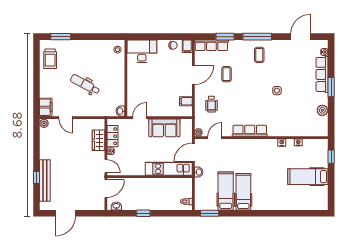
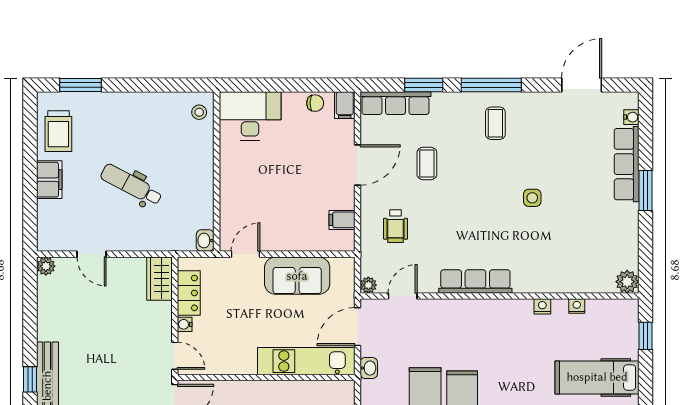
filing cabinet: (46, 107) -> (49, 180), moved
plant: (322, 110) -> (627, 282), moved
wardrobe: (99, 140) -> (160, 279), moved

